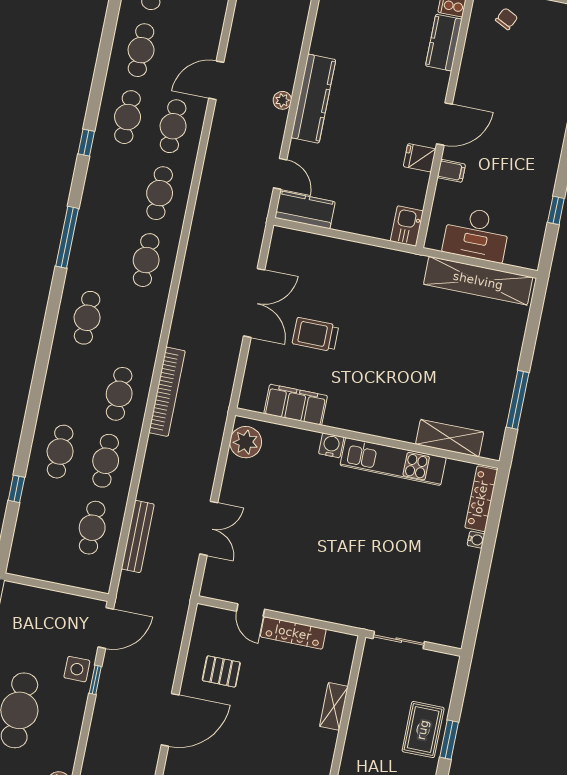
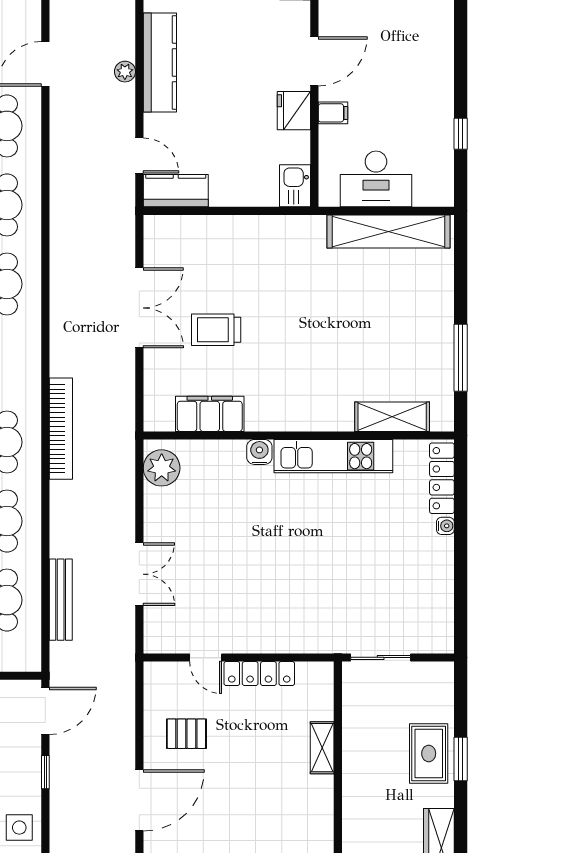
fridge: (420, 158) -> (294, 111), width x1.38
side table: (77, 669) -> (19, 828), moved

